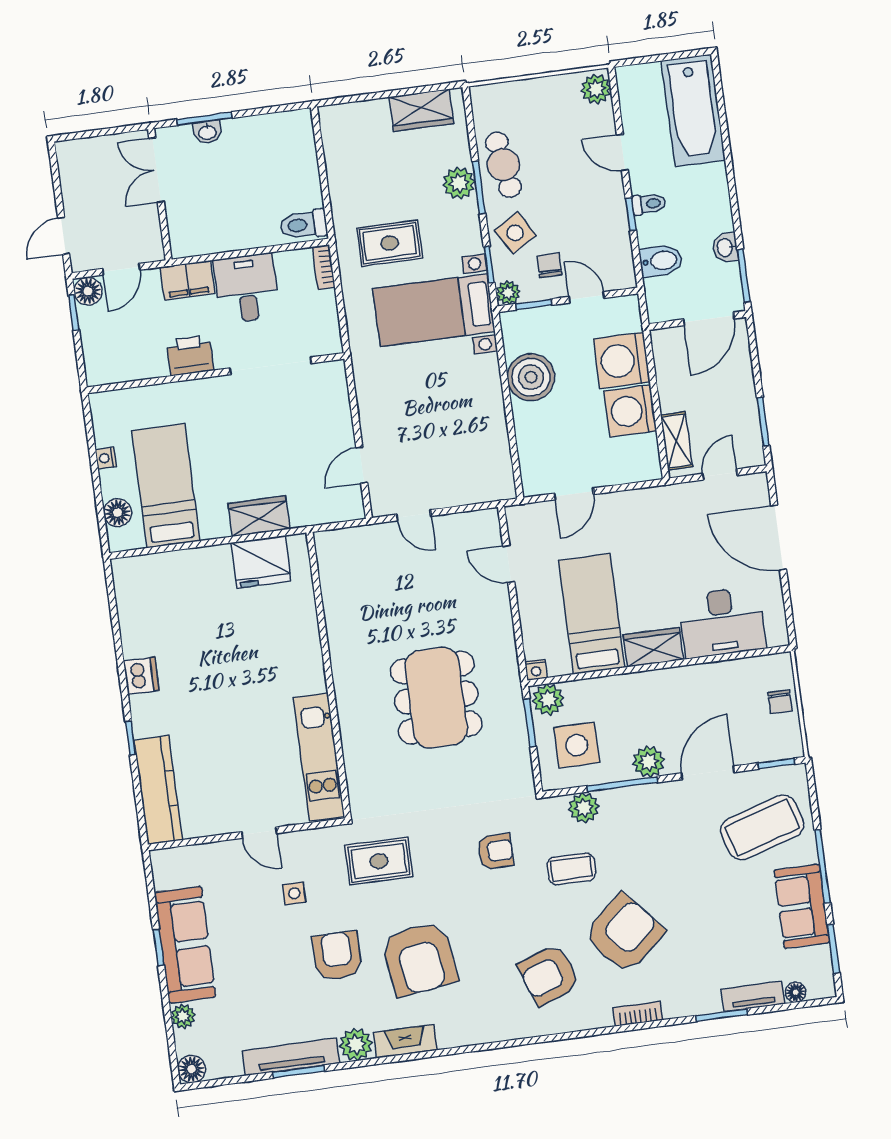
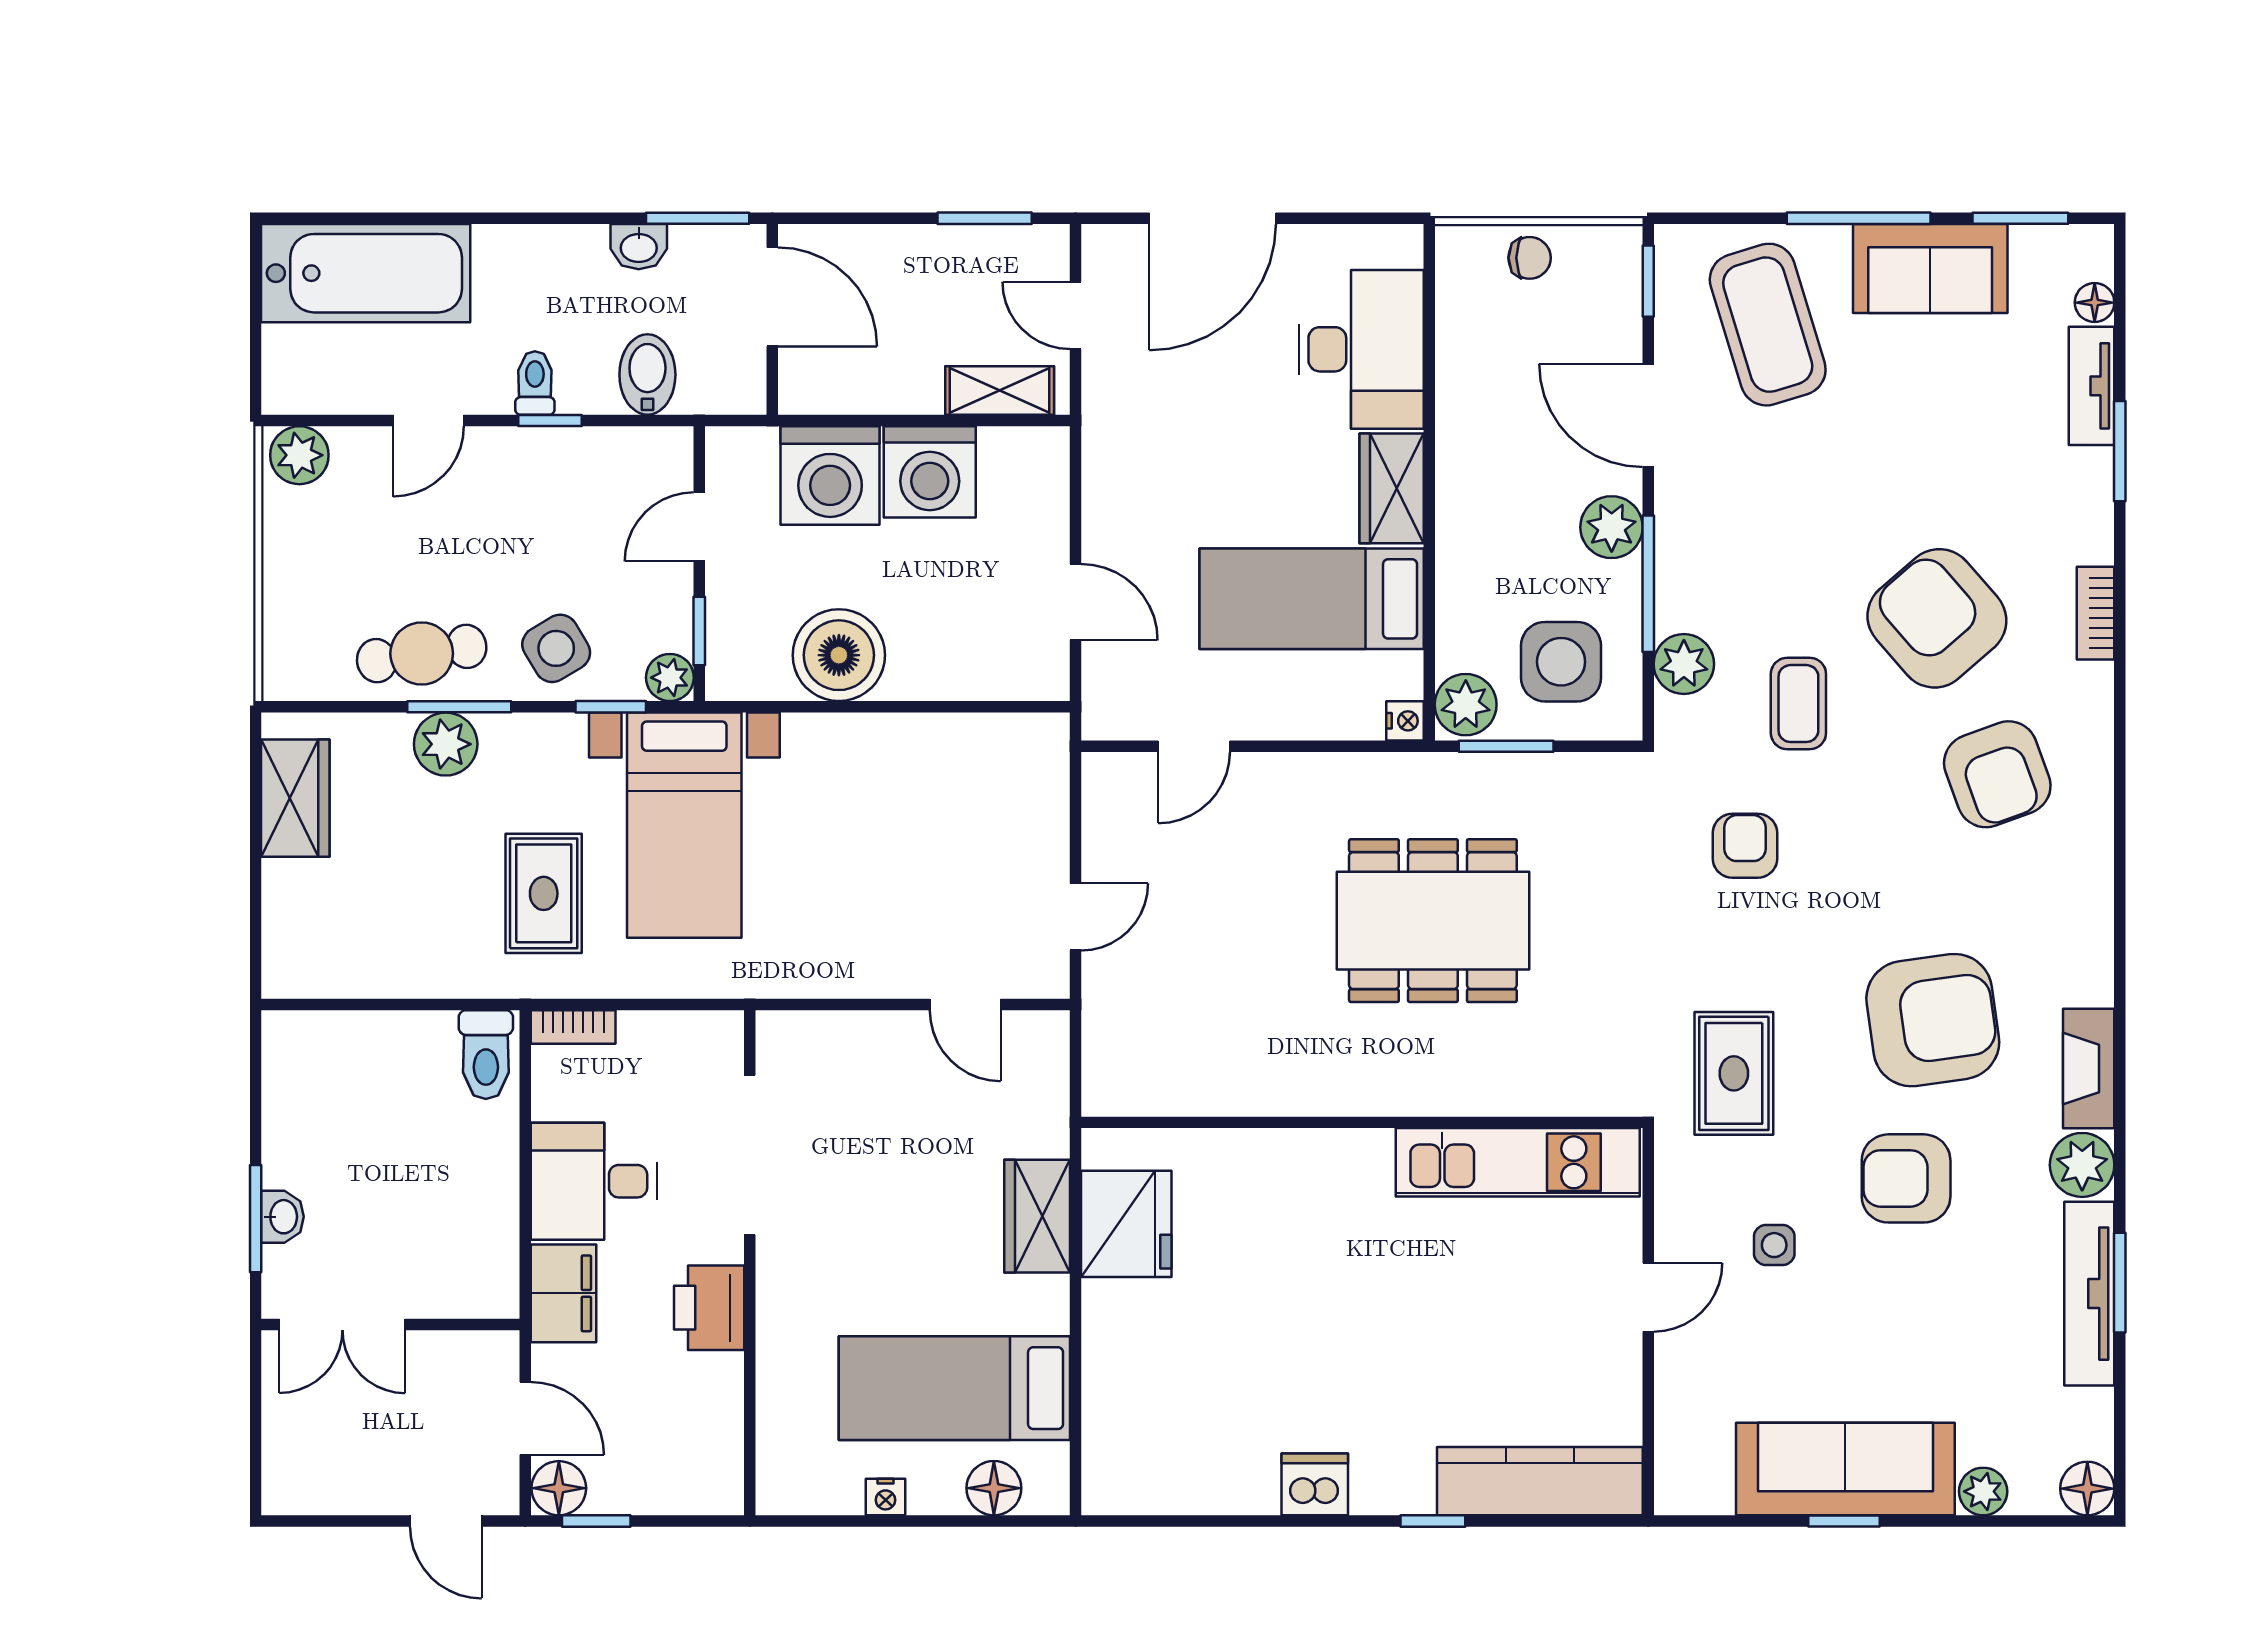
chair: (549, 265) -> (627, 591), removed

